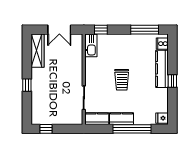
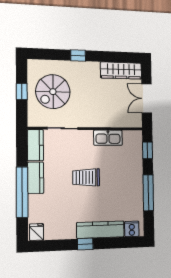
window: (145, 30) -> (148, 193), moved
kitchen sink: (91, 45) -> (108, 138), moved
spiral stairs: (56, 105) -> (53, 92), added
window: (46, 129) -> (22, 92), moved

